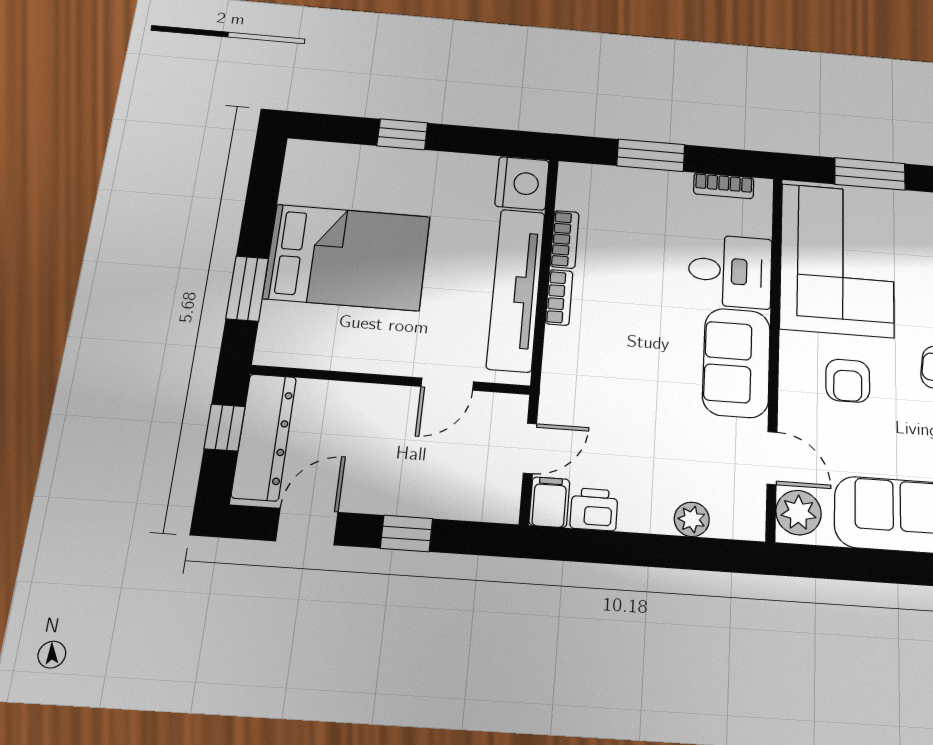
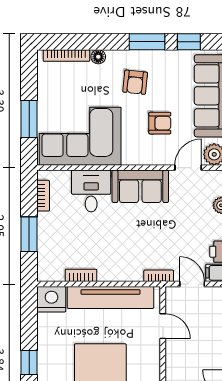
bookcase: (559, 297) -> (159, 276), moved
armchair: (848, 381) -> (160, 123), moved

